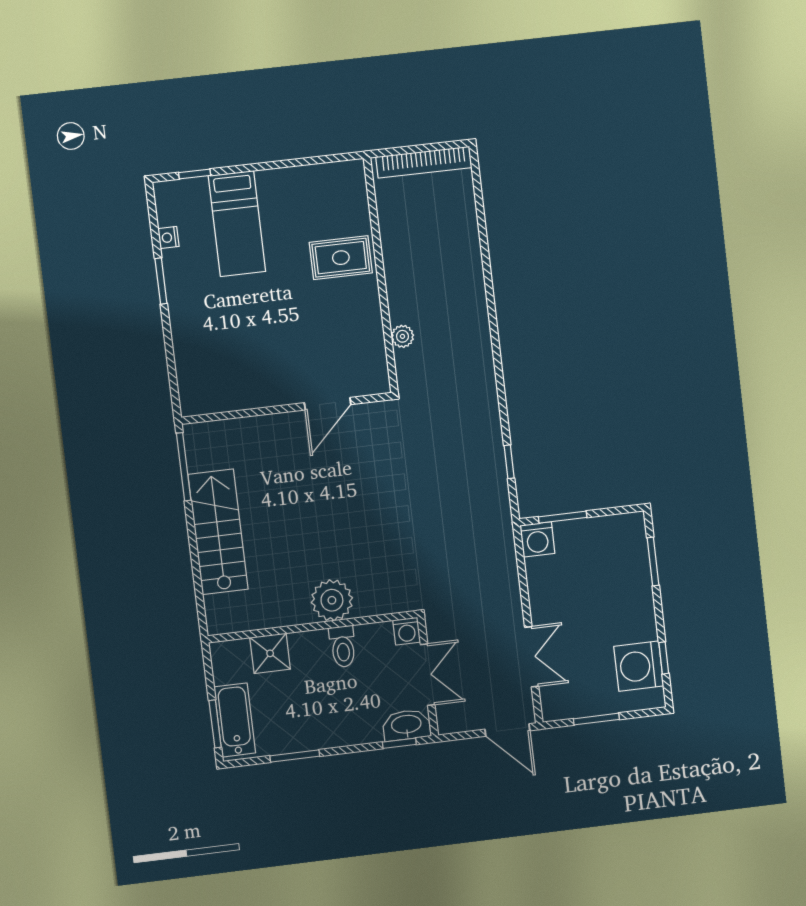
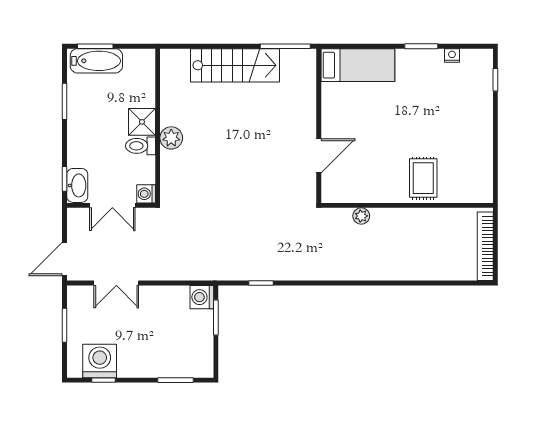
bed: (237, 224) -> (358, 65), moved, turned 180
door: (328, 404) -> (319, 156), swing flipped
plant: (332, 600) -> (171, 138), width x0.73, depth x0.73
shower: (270, 653) -> (142, 122), moved

